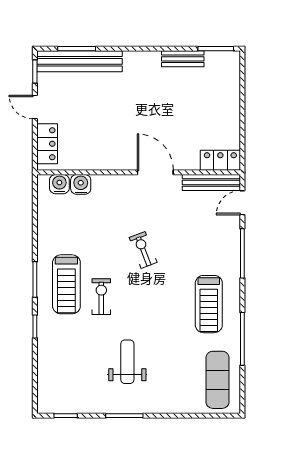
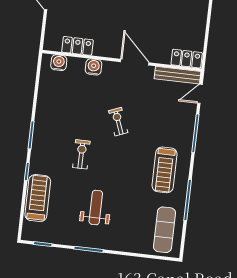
locker: (47, 144) -> (77, 46), moved, turned -90
water cooler: (81, 184) -> (94, 67), moved
treadmill: (66, 284) -> (38, 198), moved, turned 180

